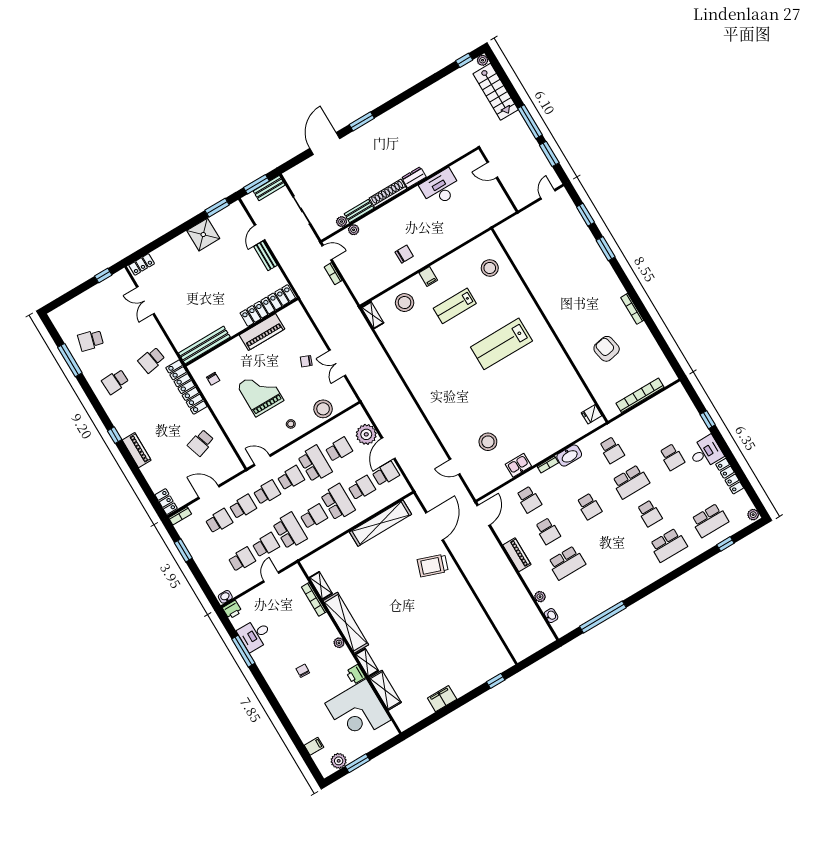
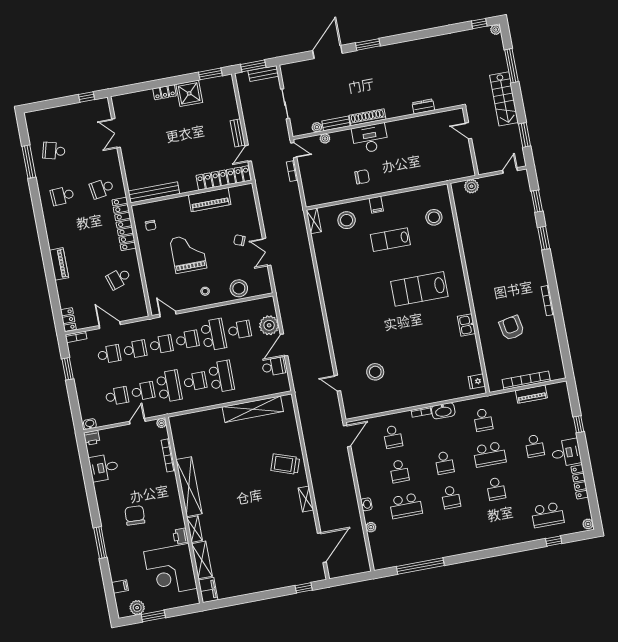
stairs: (496, 92) -> (504, 99), moved
window: (530, 122) -> (512, 66), moved
dresser: (414, 177) -> (423, 106), moved
desk: (440, 188) -> (370, 138), moved
plant: (516, 224) -> (472, 186), added
door: (260, 233) -> (248, 153), moved
locker: (142, 264) -> (165, 92), moved
window: (115, 435) -> (44, 243), removed
kitchen sink: (518, 465) -> (466, 325), moved, turned -90
school desk: (362, 488) -> (247, 372), removed
door: (435, 526) -> (322, 548), moved
school desk: (668, 545) -> (451, 497), moved, width x0.54
piano: (517, 555) -> (531, 394), moved, turned 90
shelving: (321, 586) -> (306, 499), moved
washbasin: (551, 616) -> (366, 504), moved
plant: (339, 643) -> (161, 423), moved
window: (243, 651) -> (100, 543), moved
chair: (303, 671) -> (135, 515), width x1.87, depth x1.87
filing cabinet: (442, 699) -> (208, 590), moved, turned 90

